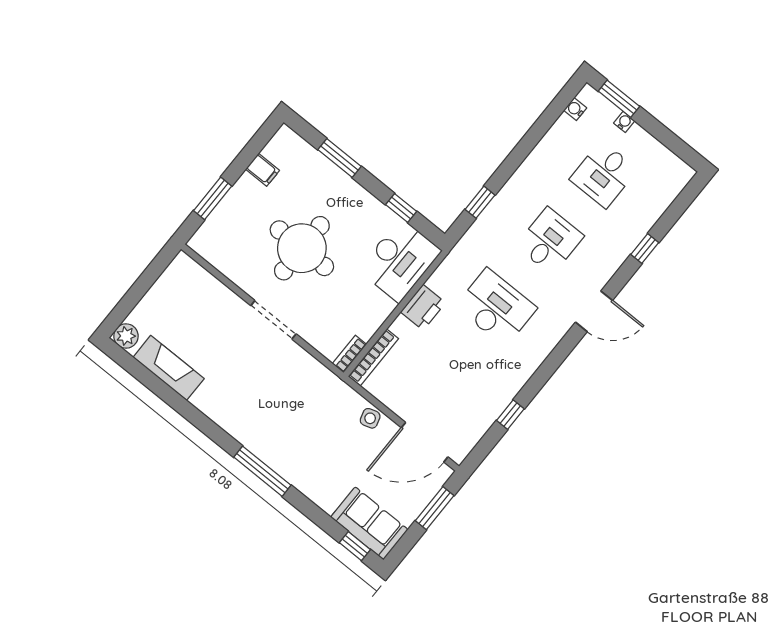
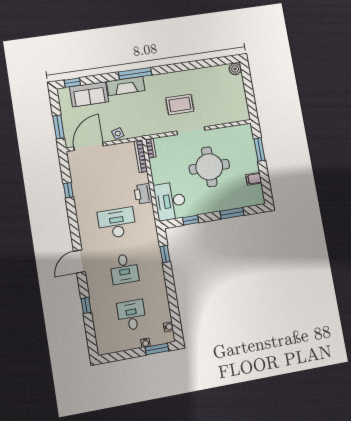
desk: (496, 307) -> (117, 223), turned 180
fireplace: (169, 368) -> (126, 86), moved
rug: (250, 369) -> (180, 104), added
sofa: (369, 523) -> (89, 94), moved

